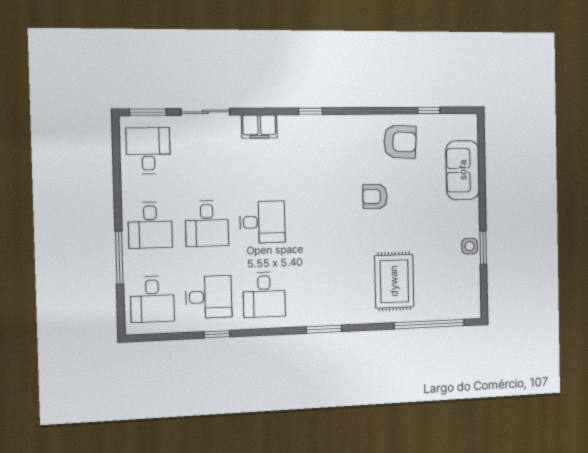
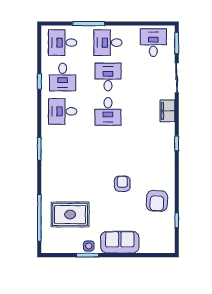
desk: (148, 151) -> (153, 43), turned -90
sofa: (463, 170) -> (120, 242), moved
desk: (207, 224) -> (108, 77), turned 90
rug: (394, 281) -> (70, 214), moved

